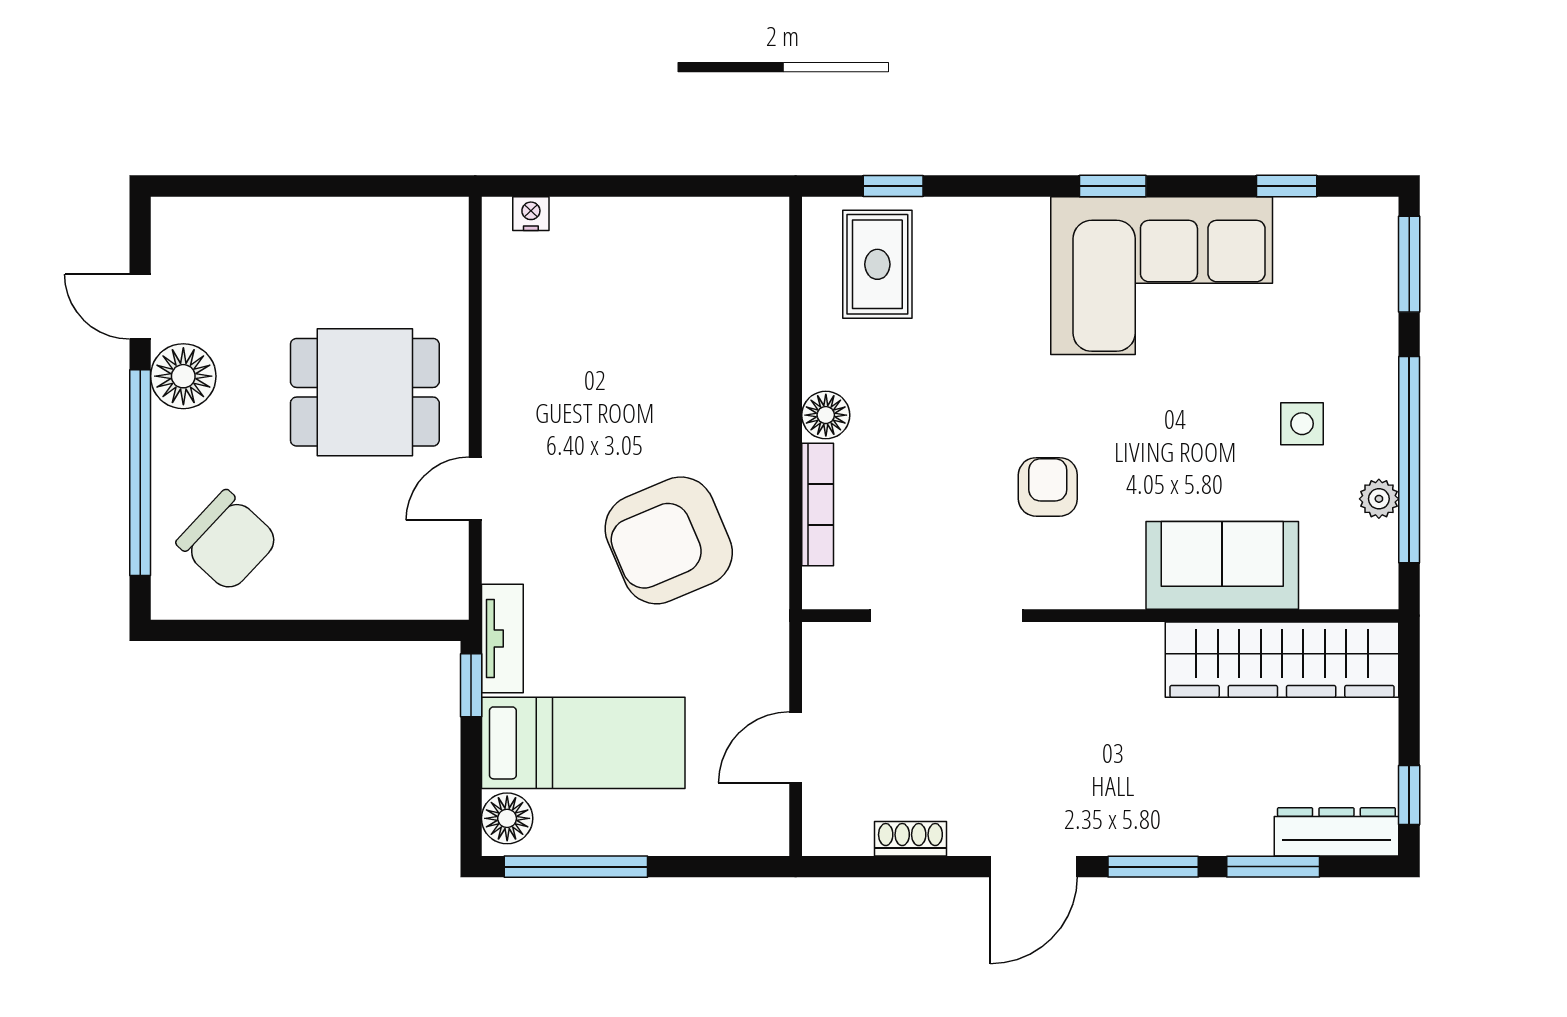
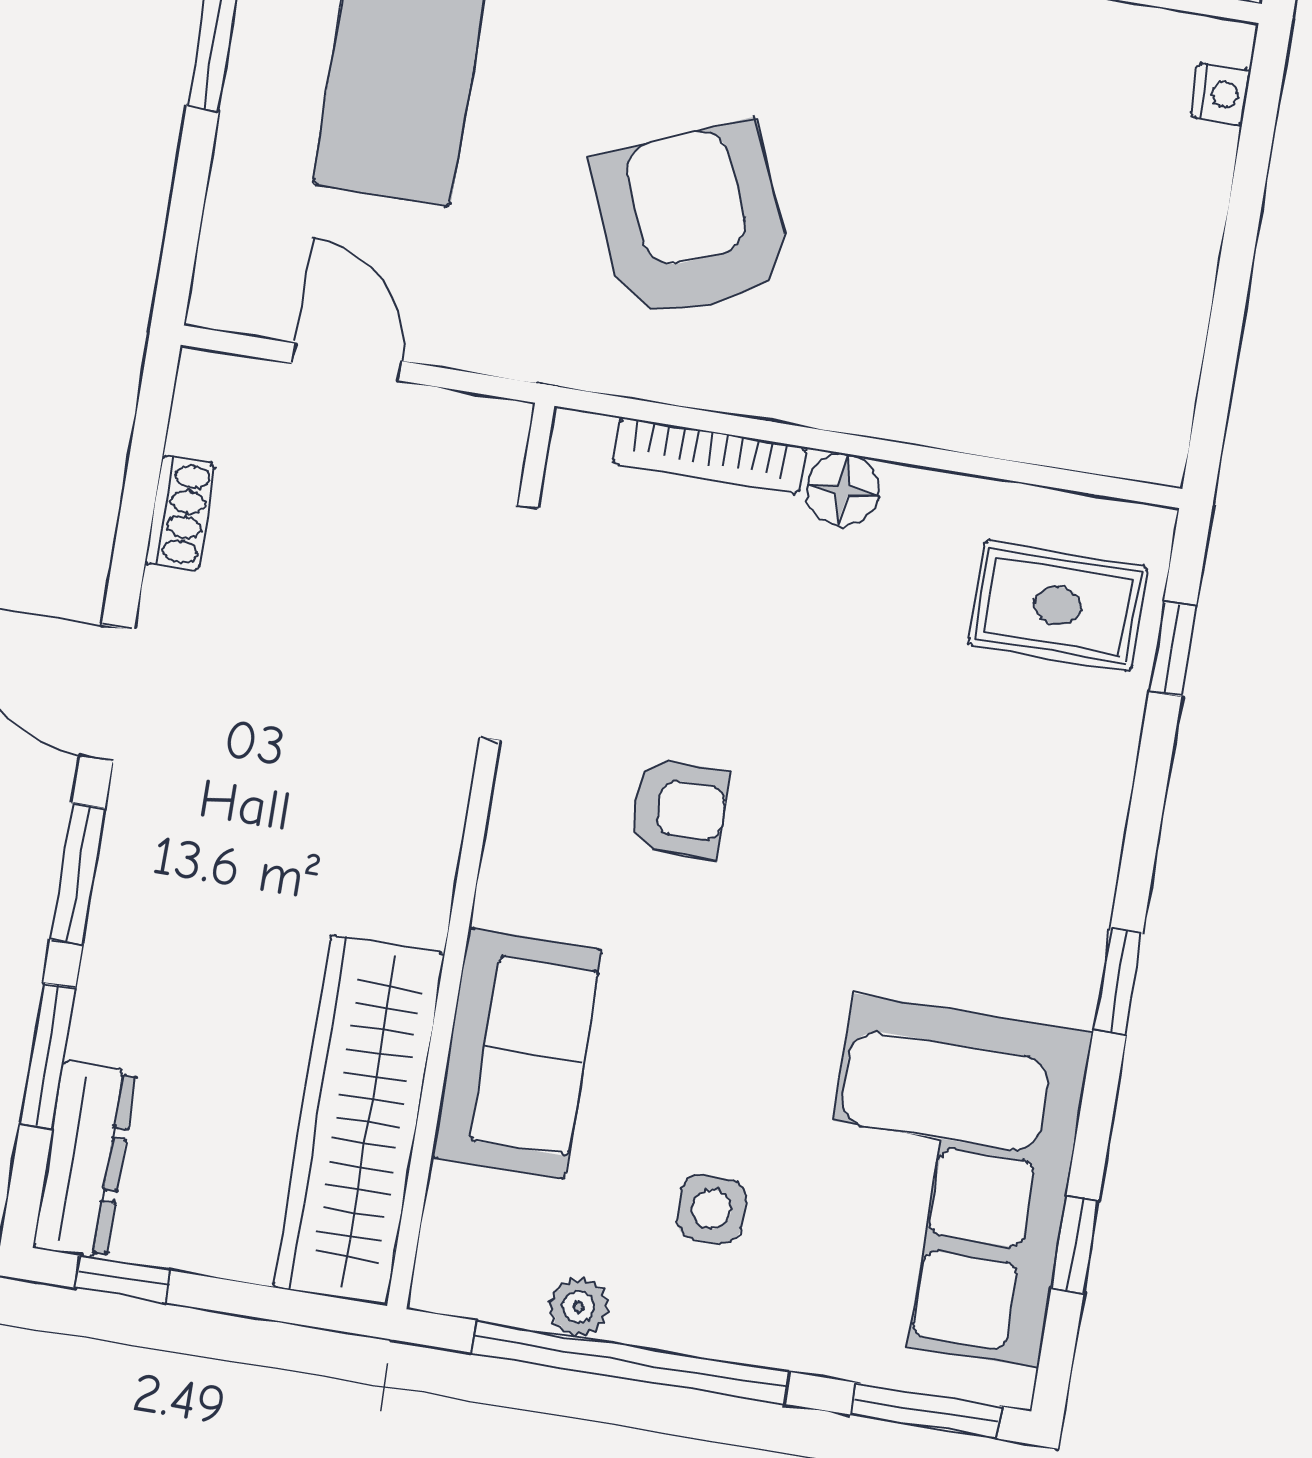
corner sofa: (1162, 276) -> (946, 1181), moved

